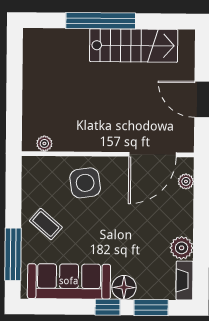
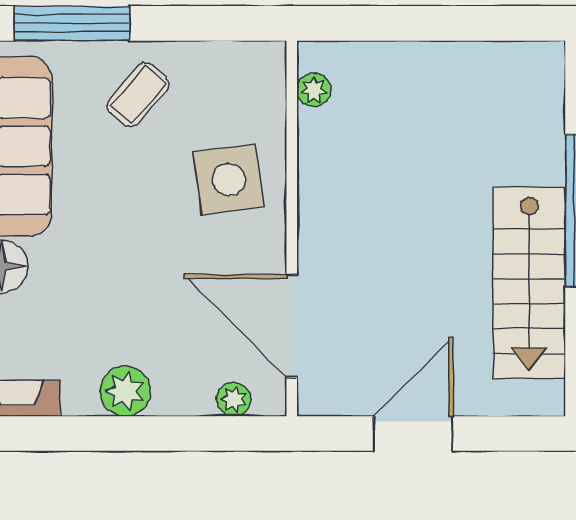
plant: (182, 248) -> (125, 391), moved

